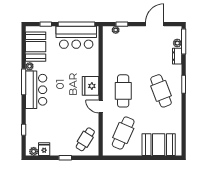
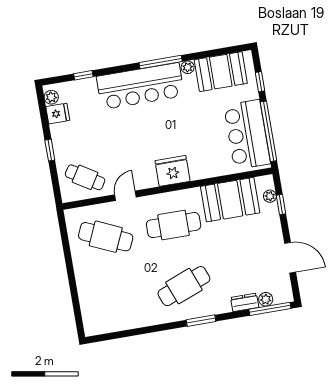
bar counter: (36, 90) -> (140, 86), width x1.36
door: (101, 107) -> (125, 196), moved
booth: (159, 145) -> (230, 200), moved, turned 90

